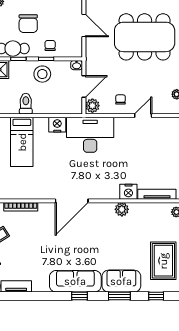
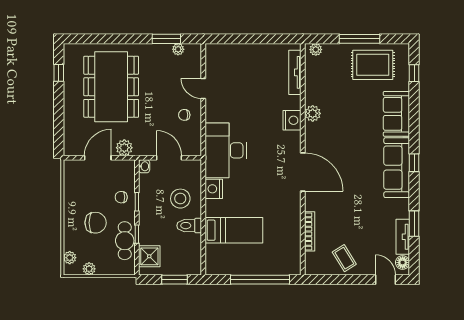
stool: (42, 74) -> (180, 199), moved
plant: (92, 106) -> (124, 148), moved
nightstand: (128, 192) -> (292, 120), moved
window: (119, 296) -> (414, 224), moved

